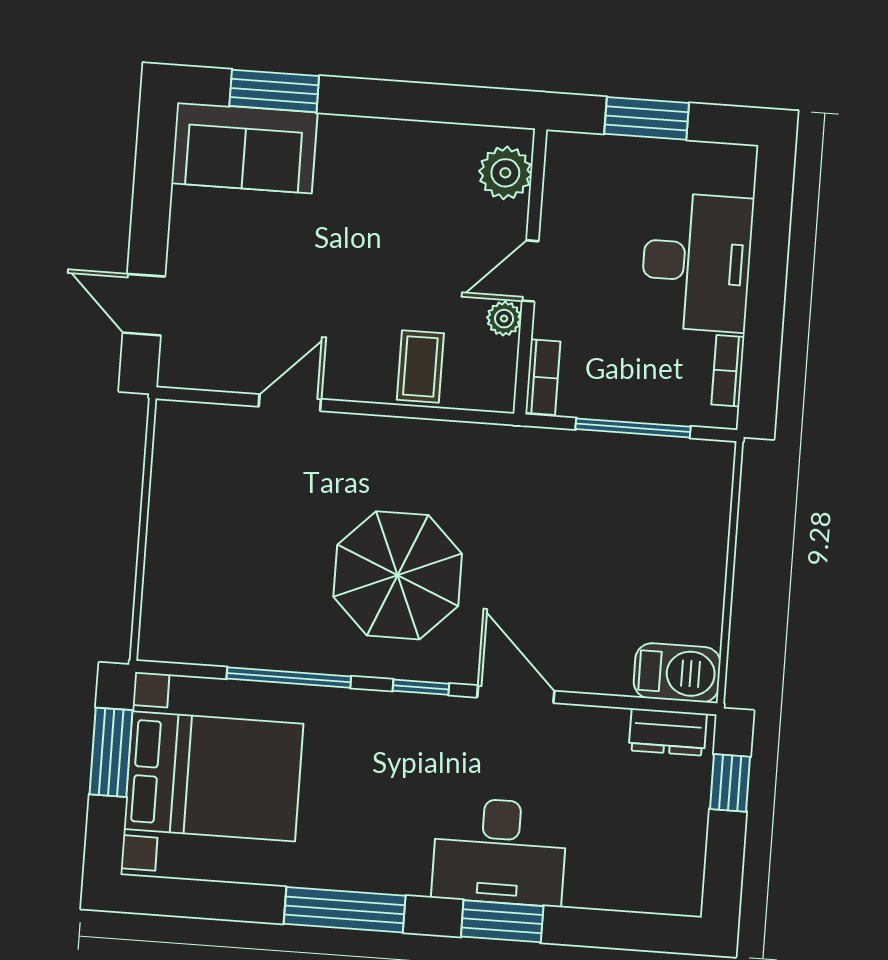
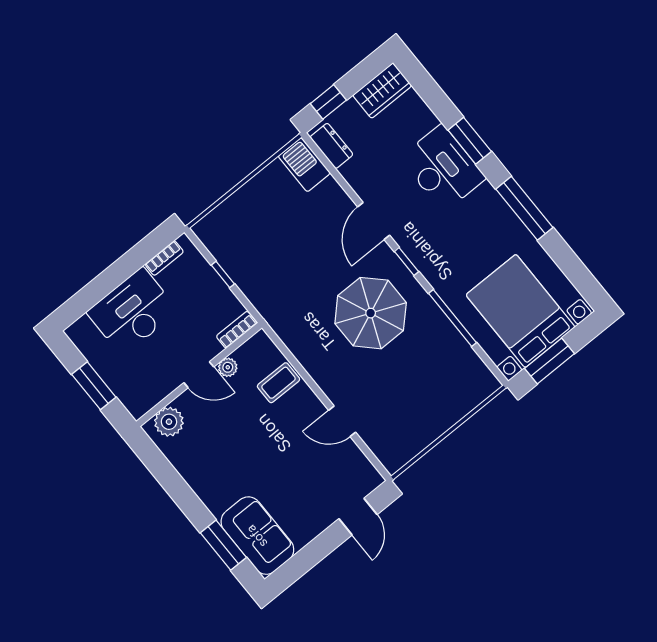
window: (633, 428) -> (223, 274), width x0.46
wardrobe: (678, 868) -> (382, 91), added

